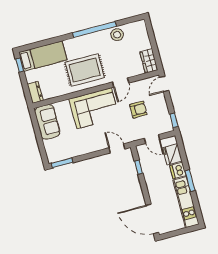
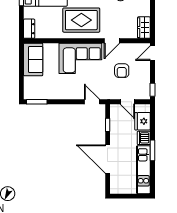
armchair: (138, 110) -> (122, 71), turned 90
door: (152, 219) -> (108, 159), moved

